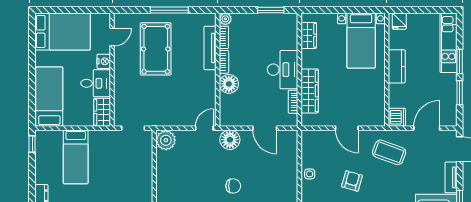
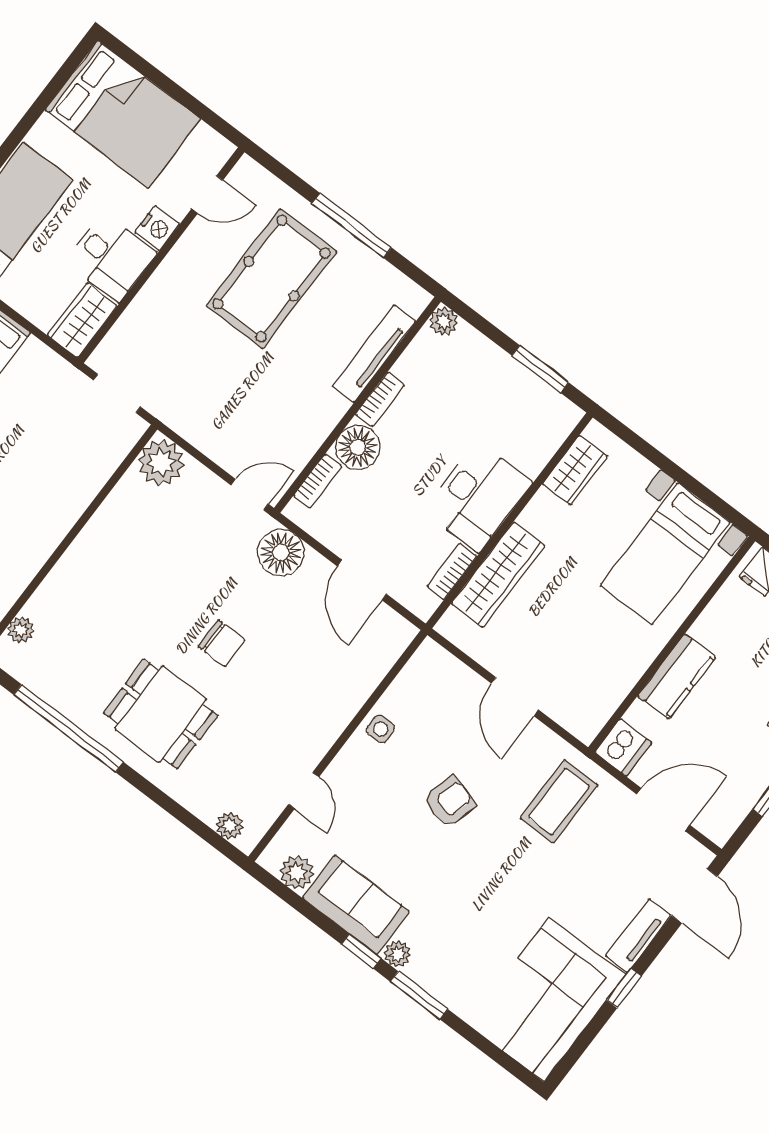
bookcase: (224, 37) -> (318, 481), moved
kitchen counter: (397, 66) -> (677, 677), moved
coffee table: (389, 152) -> (559, 801), turned 70

